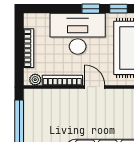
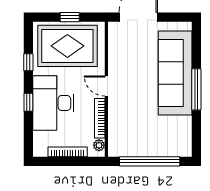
window: (91, 9) -> (28, 102), moved
door: (95, 87) -> (106, 86), hinge flipped

